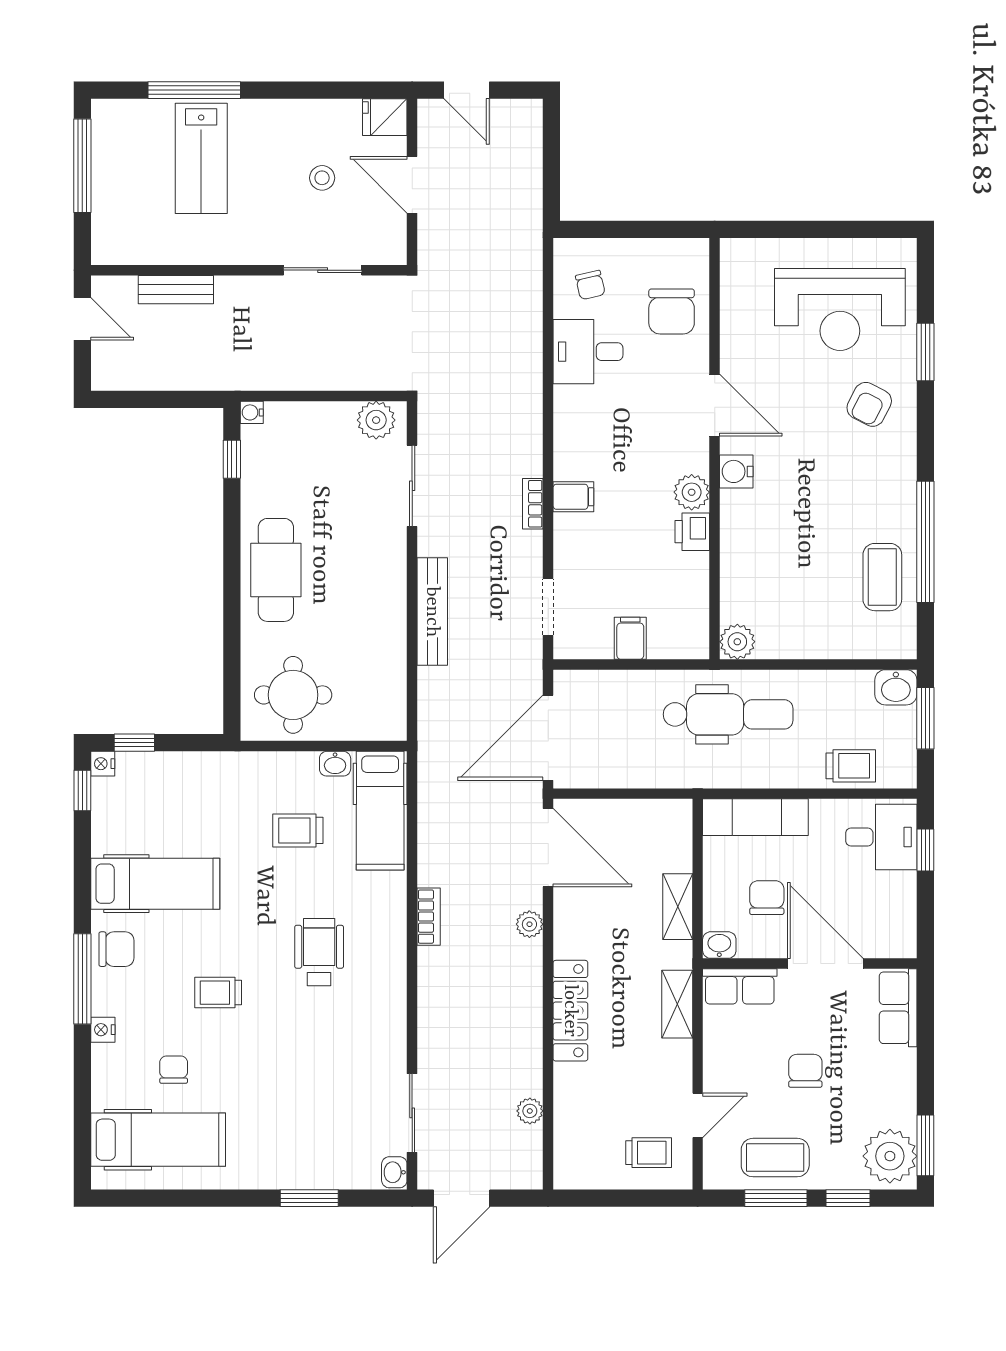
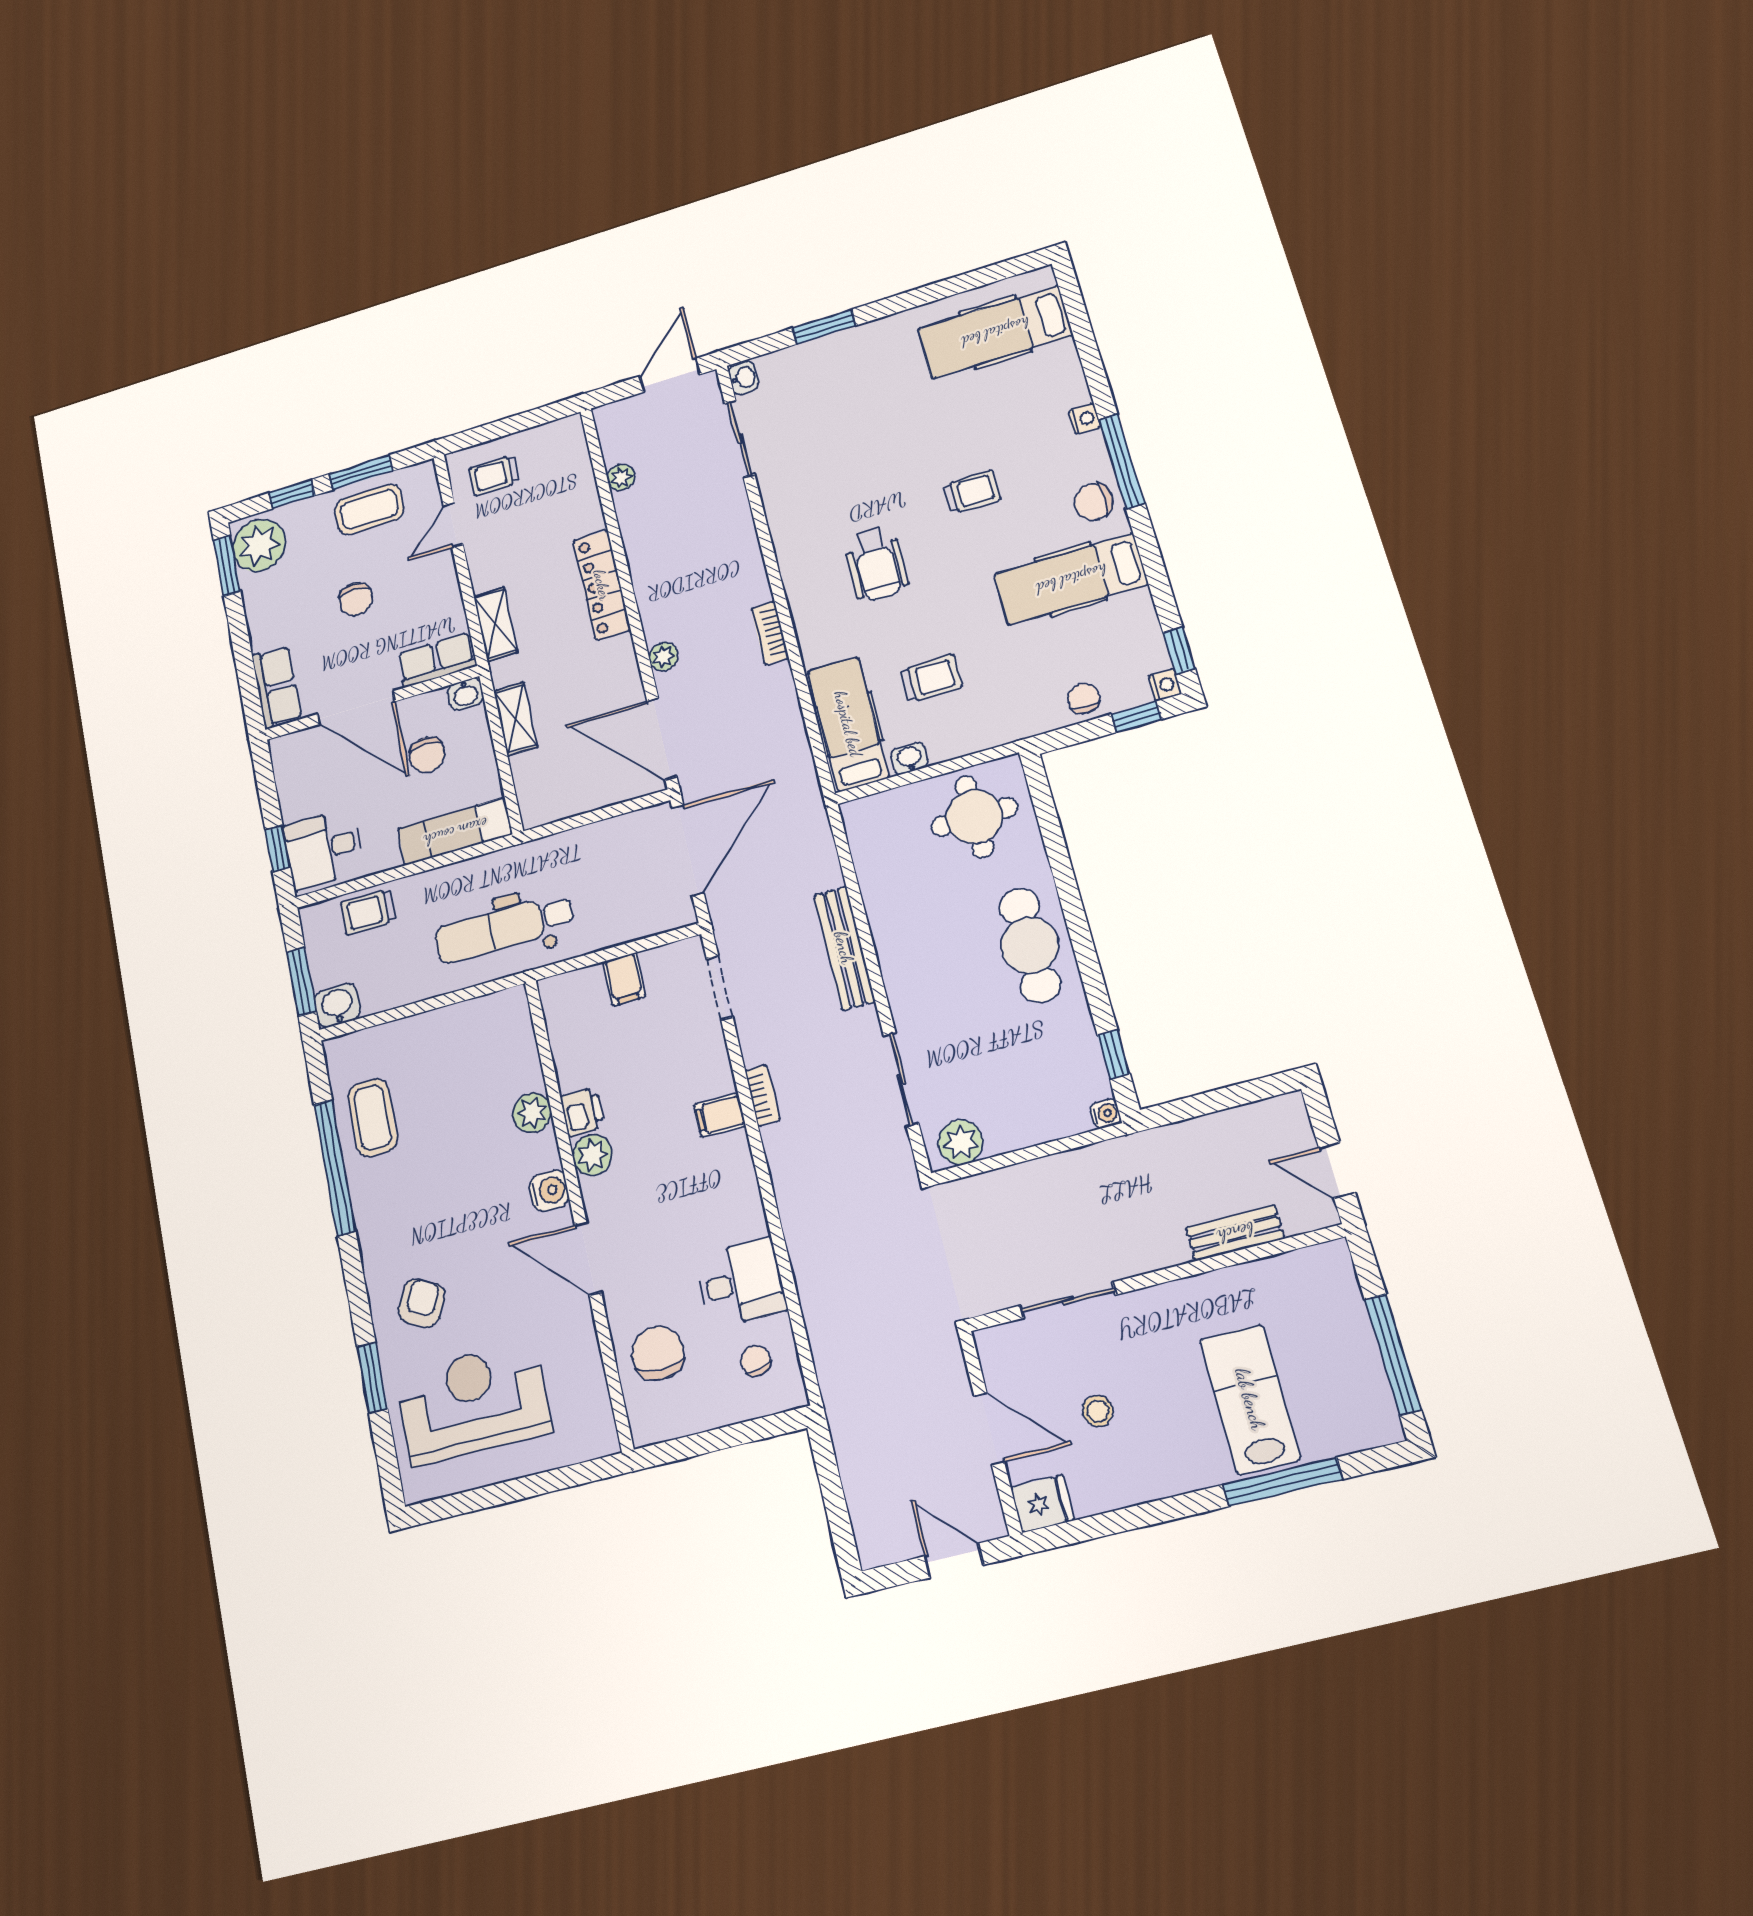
plant: (737, 642) -> (532, 1113), moved
chair: (174, 1070) -> (1084, 699), moved, turned 180

